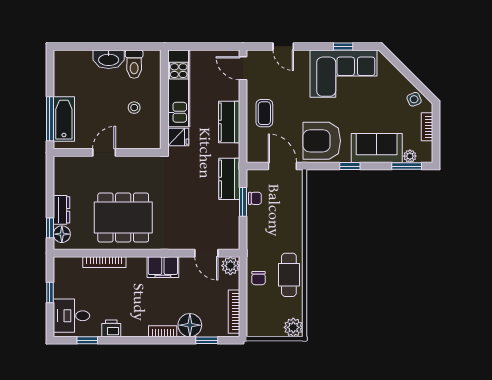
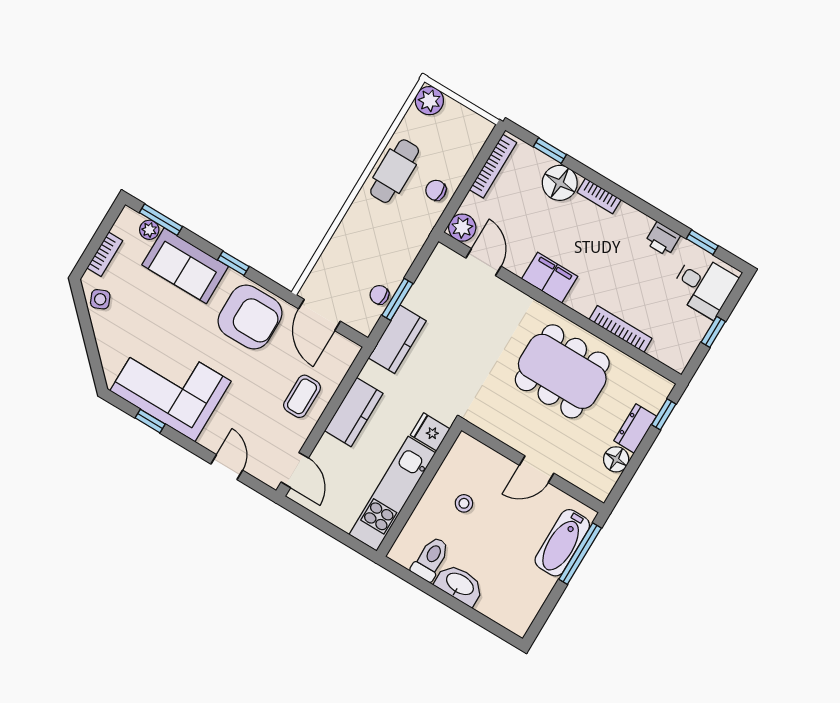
floor lamp: (62, 234) -> (616, 459), moved
chair: (259, 278) -> (436, 190), turned -90

